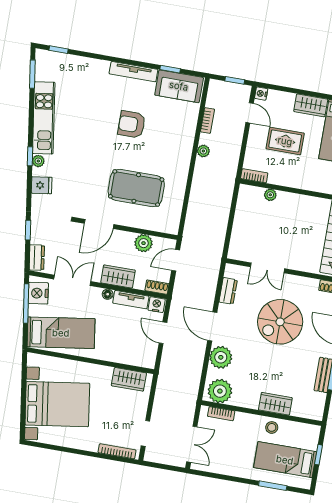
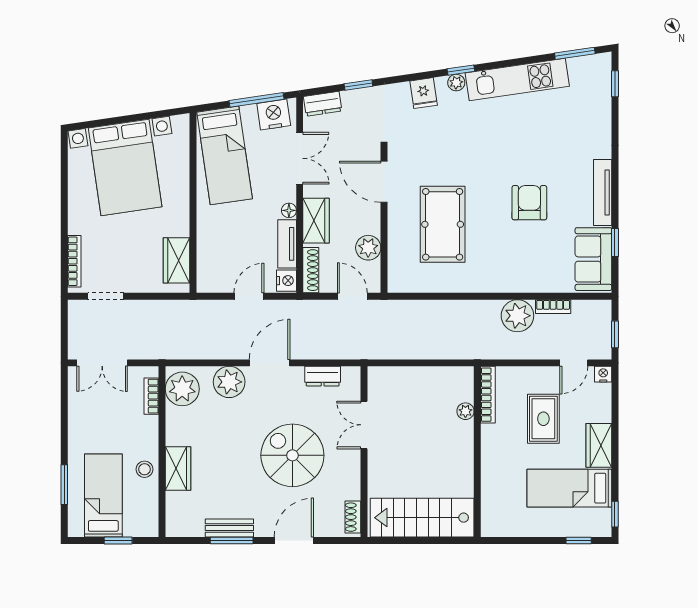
plant: (203, 151) -> (517, 316), width x1.88, depth x1.88
bookcase: (254, 176) -> (488, 395), width x1.56
shoe rack: (157, 287) -> (311, 270), width x1.43

